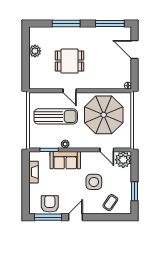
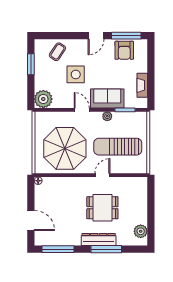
dresser: (73, 32) -> (99, 239), added
plant: (35, 51) -> (141, 231), moved
door: (70, 91) -> (102, 175), hinge flipped
door: (107, 150) -> (82, 110), moved

